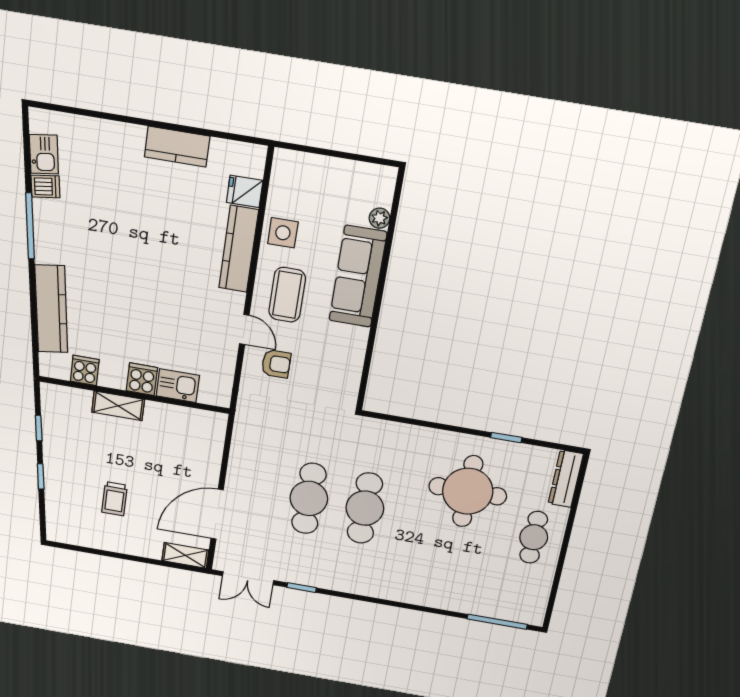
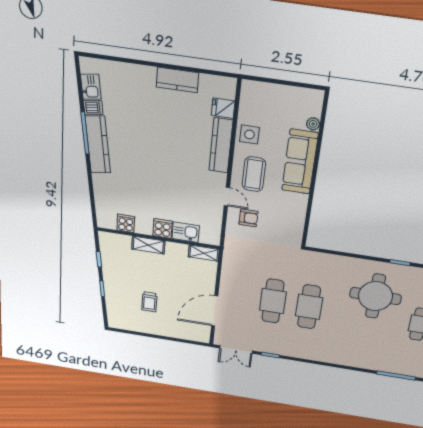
kitchen counter: (51, 309) -> (98, 145), moved
shelving: (185, 555) -> (204, 253), moved

